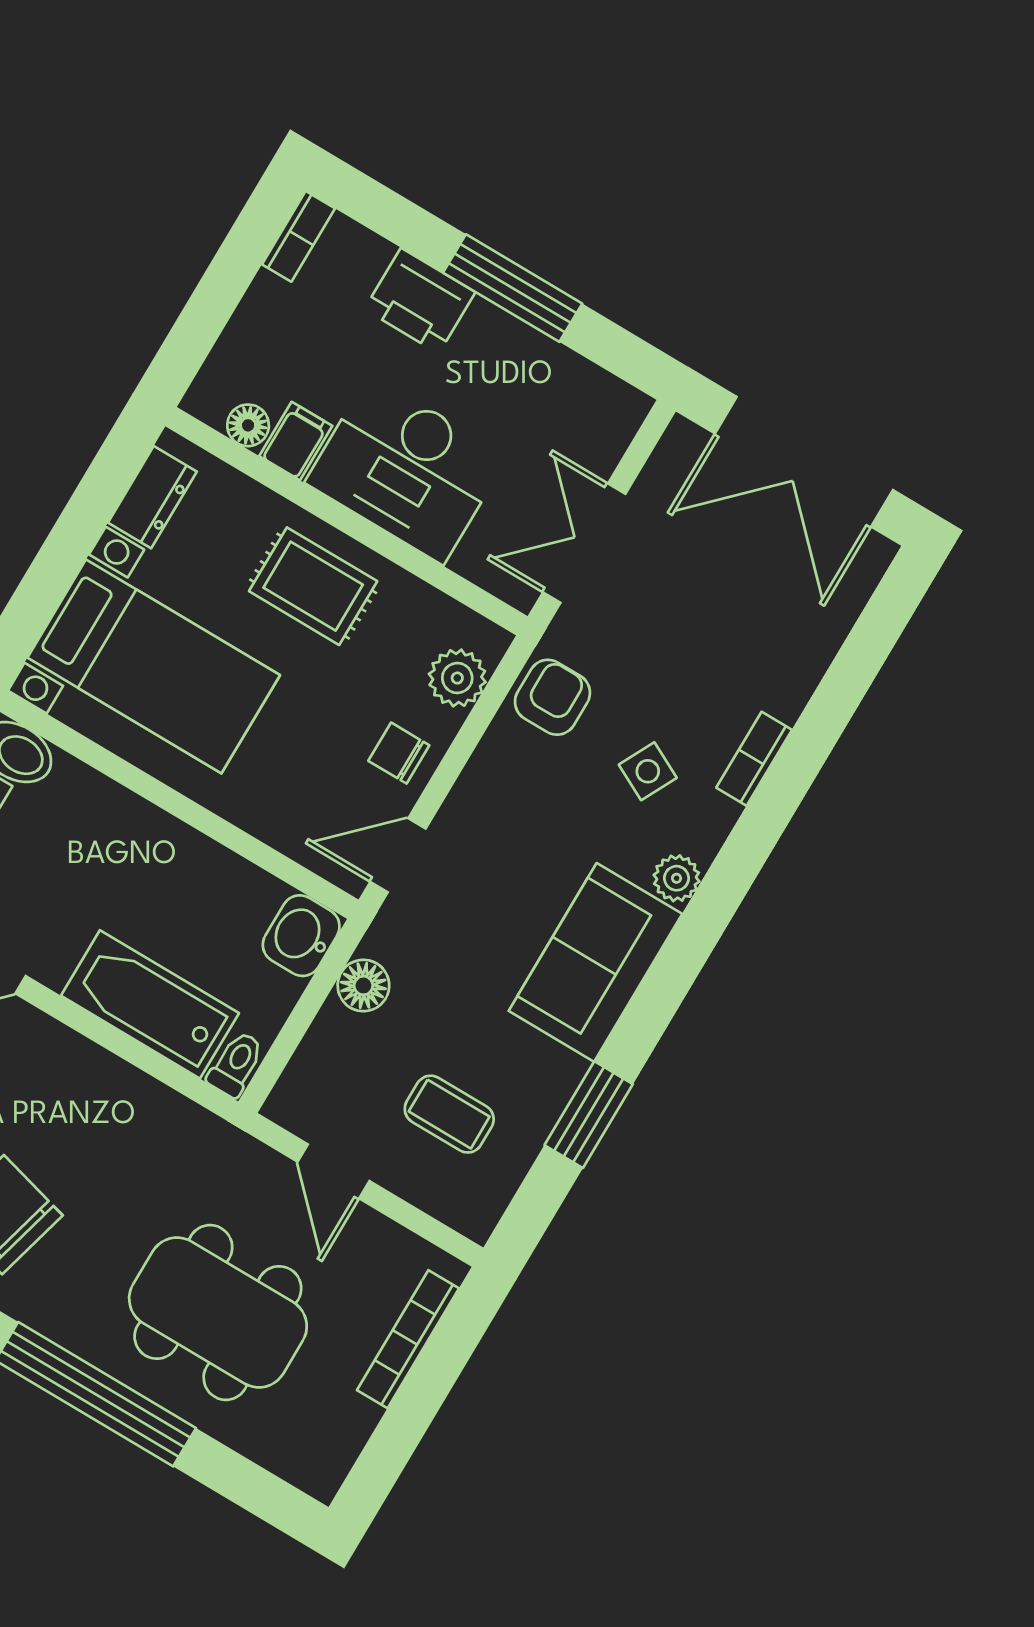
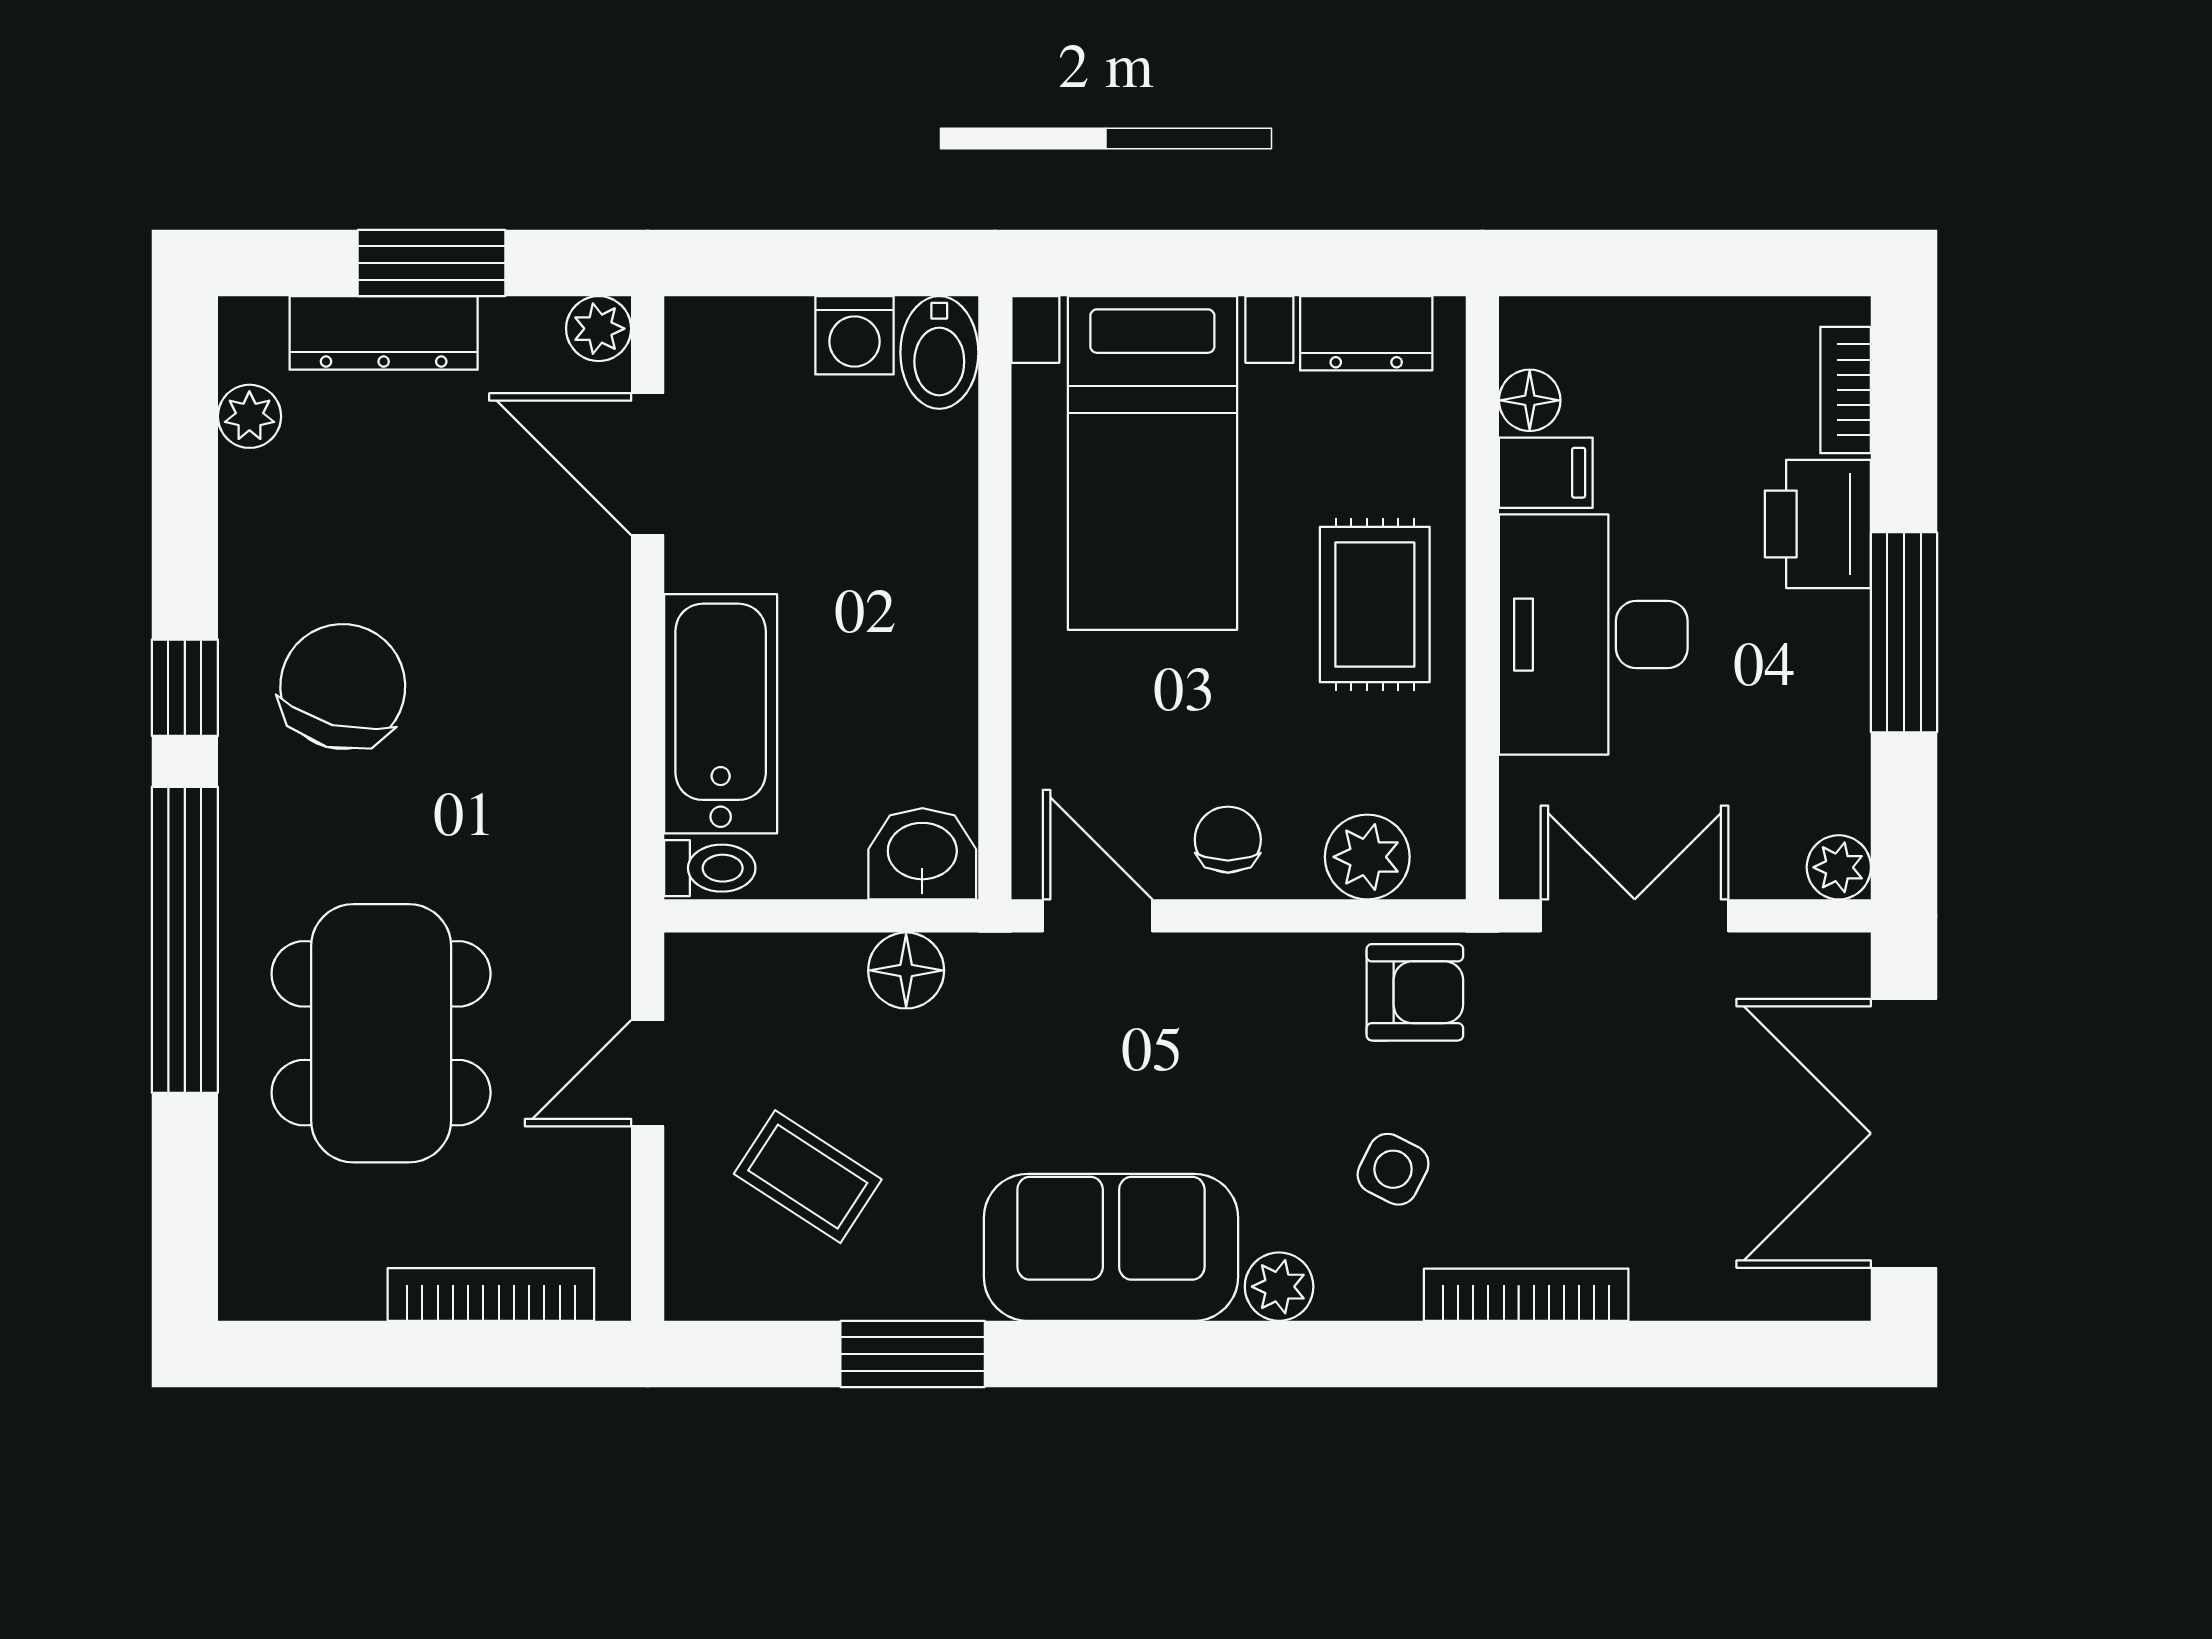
bookcase: (298, 236) -> (1846, 390), moved, turned 90
plant: (627, 407) -> (1839, 867), added
bookcase: (754, 759) -> (1526, 1295), width x1.56
coffee table: (449, 1114) -> (808, 1177), turned -57

